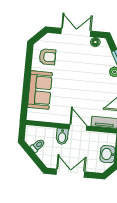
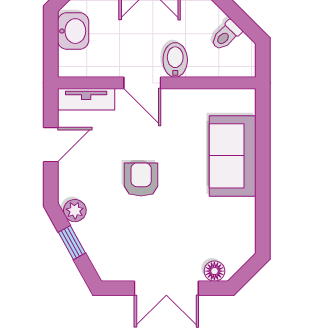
floor lamp: (95, 42) -> (214, 271), moved
armchair: (47, 57) -> (141, 179), moved, turned 90

